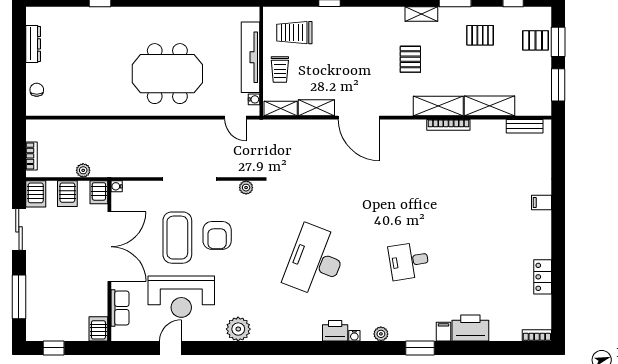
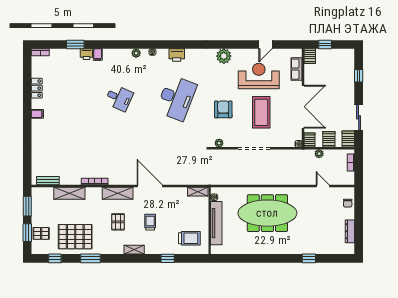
shelving: (421, 14) -> (134, 250), moved
pallet: (480, 35) -> (75, 237), width x2.05, depth x2.00
trolley: (280, 70) -> (150, 222), moved
meeting table: (167, 74) -> (267, 213), width x1.36
shelving: (438, 106) -> (118, 193), moved
shelving: (316, 108) -> (176, 192), removed
door: (235, 118) -> (323, 186), moved
filing cabinet: (542, 203) -> (37, 114), moved
armchair: (217, 235) -> (223, 109), moved
double door: (109, 247) -> (303, 107), swing flipped
desk: (409, 261) -> (119, 98), turned 33
window: (19, 297) -> (359, 76), width x0.46
printer: (470, 328) -> (86, 54), width x0.53, depth x0.68
printer: (335, 331) -> (177, 55), moved
window: (54, 348) -> (325, 44), moved
window: (420, 348) -> (75, 44), moved

